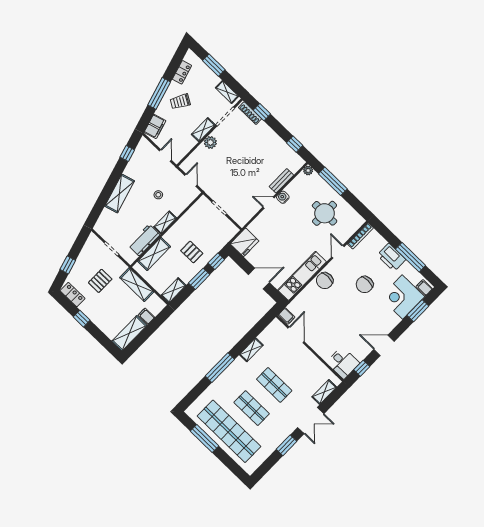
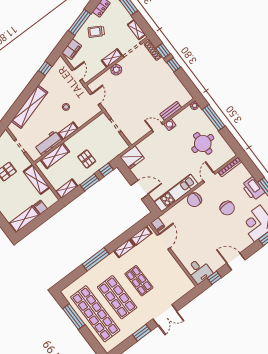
window: (295, 144) -> (174, 65), moved
shelving: (120, 193) -> (29, 107), width x1.47
chair: (365, 285) -> (227, 208), turned -90
shelving: (324, 392) -> (141, 236), moved
shop shelf: (252, 408) -> (117, 297), width x1.43, depth x1.36

